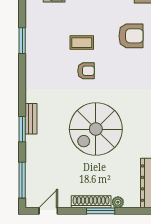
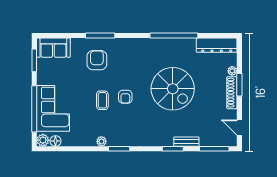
window: (22, 41) -> (119, 149), moved
plant: (31, 41) -> (101, 141), added
armchair: (86, 71) -> (125, 97), turned 180
bench: (31, 119) -> (186, 142), moved

